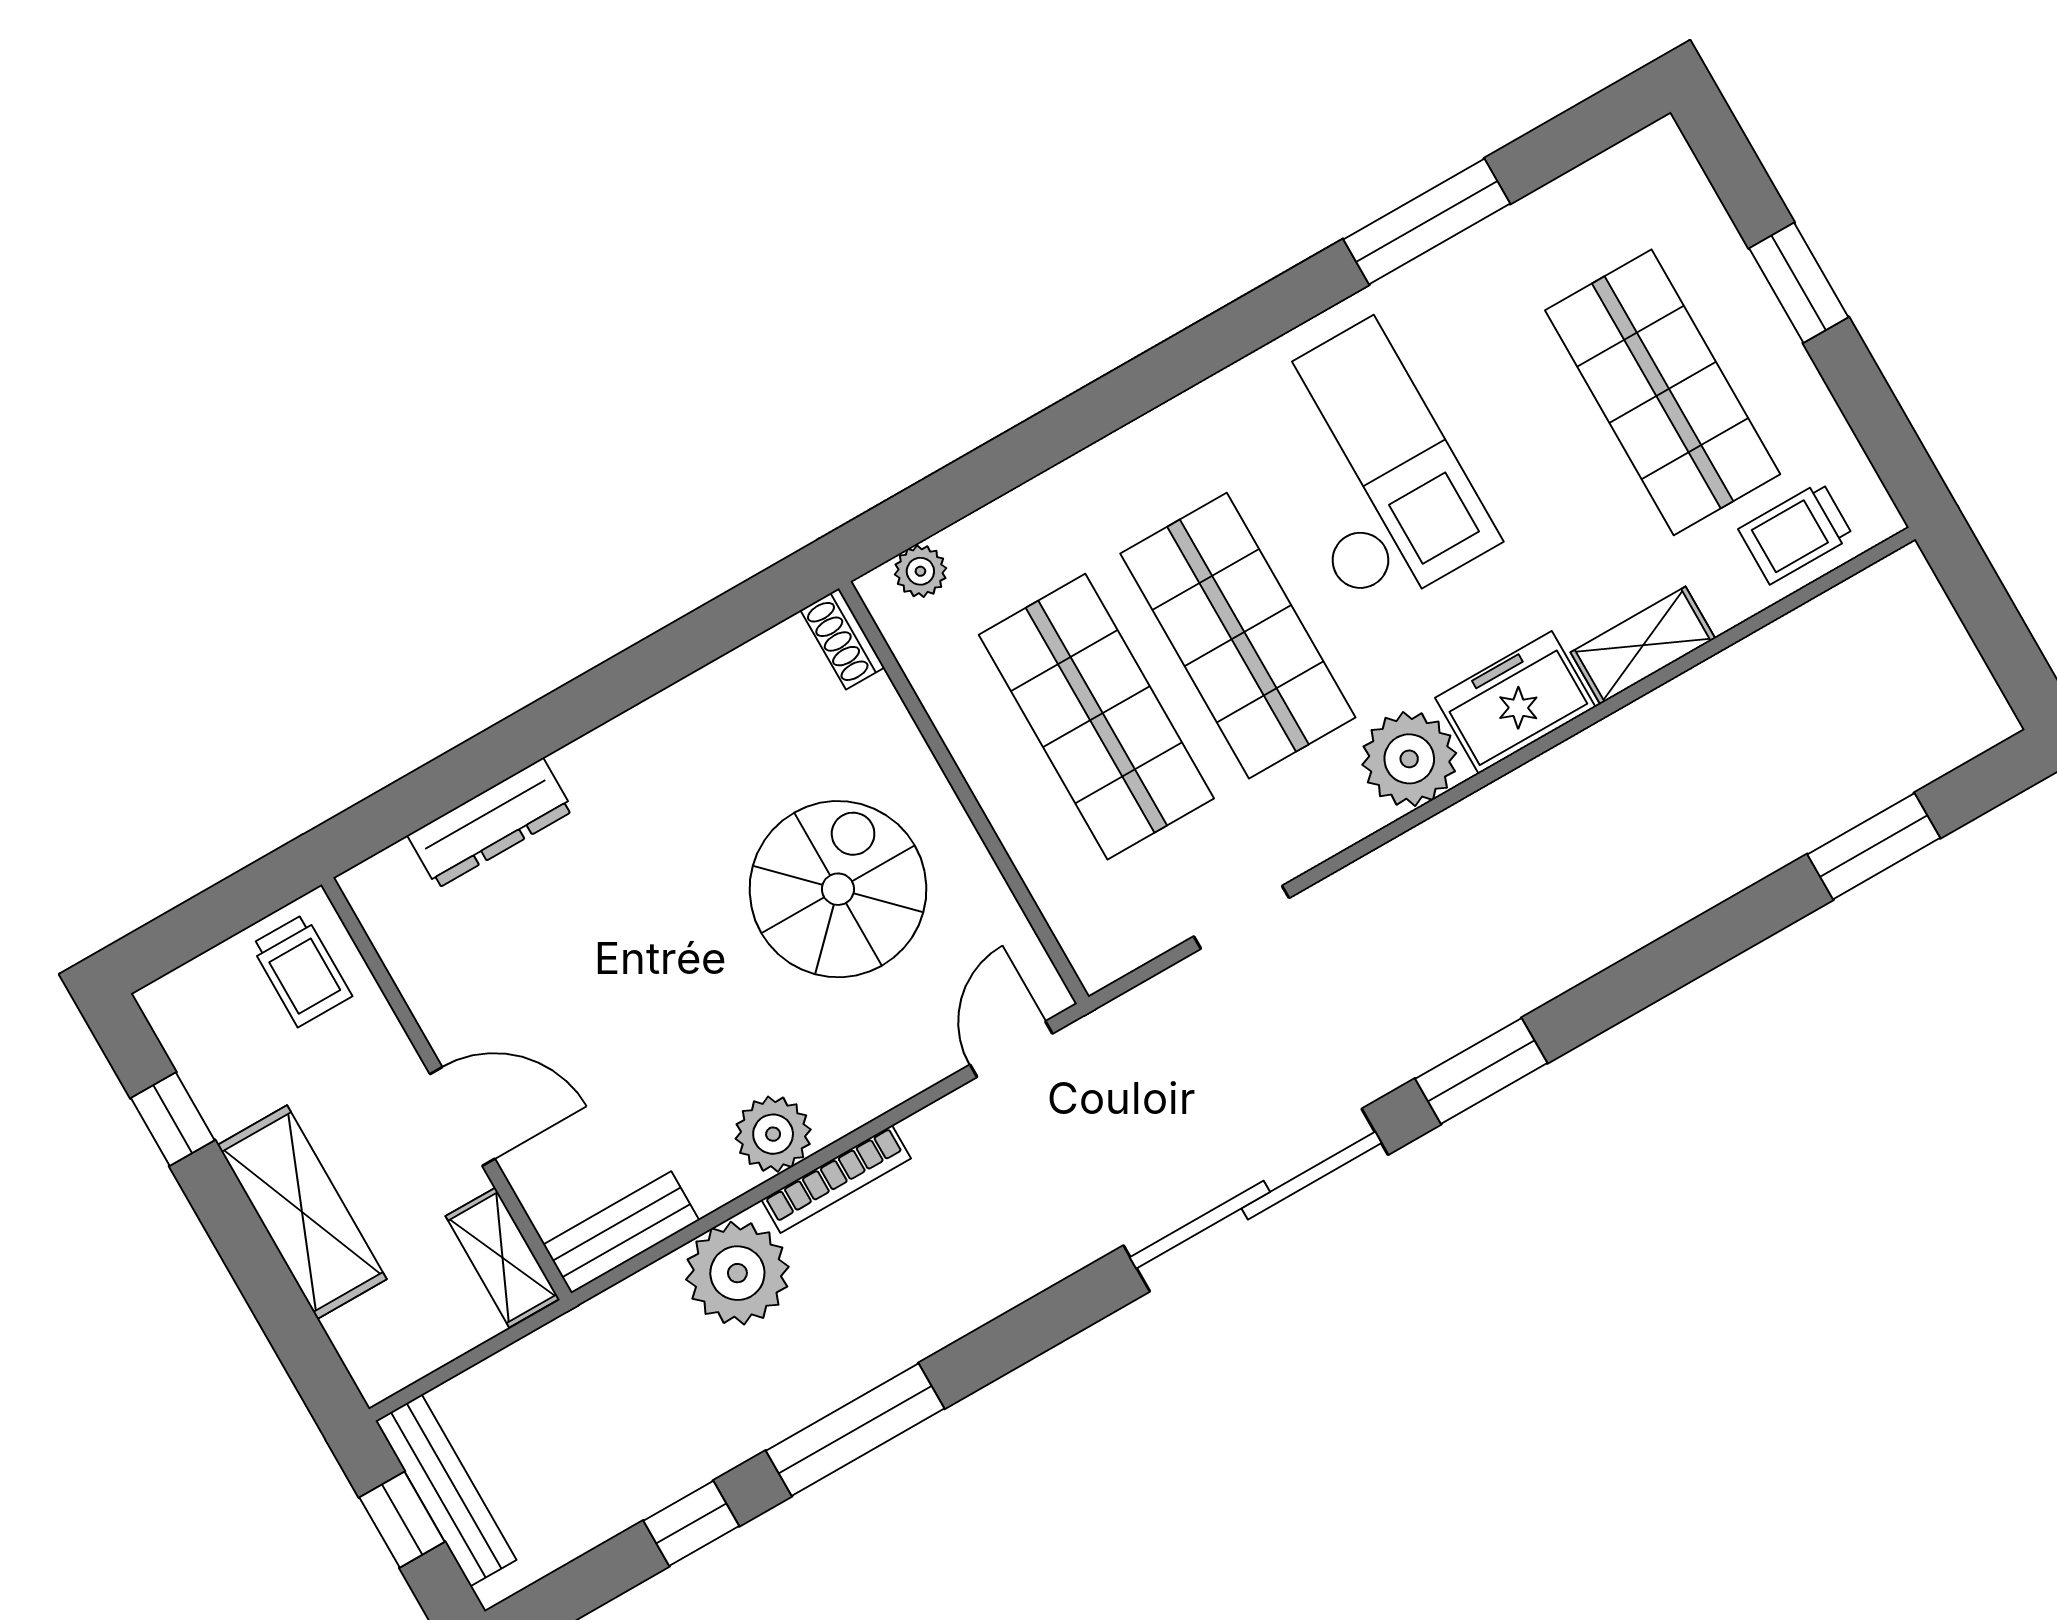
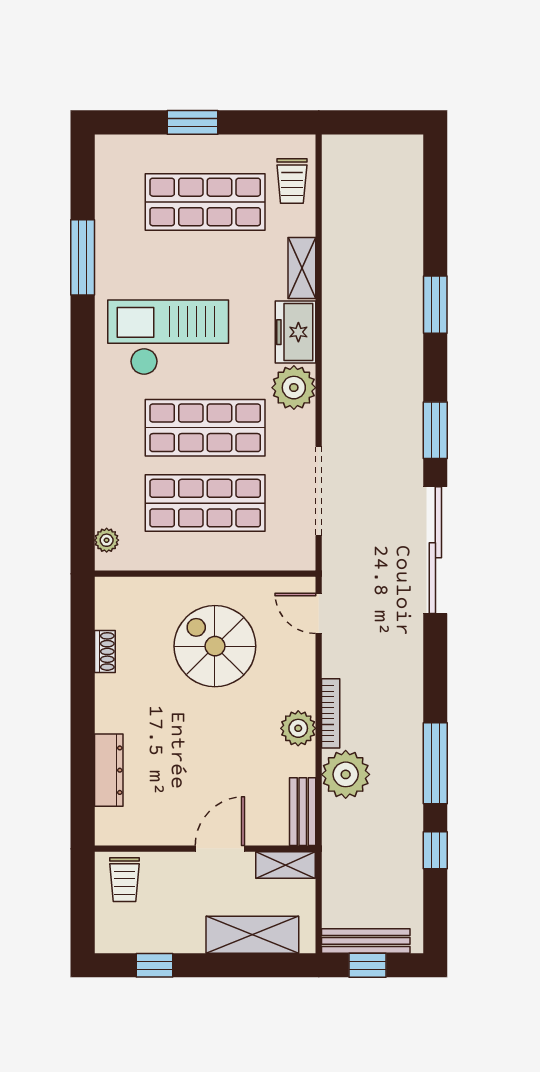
shoe rack: (842, 639) -> (105, 651), moved, turned -90
window: (1874, 846) -> (435, 305), moved
doorway: (1241, 917) -> (319, 491), width x1.88
trolley: (301, 970) -> (124, 880), turned 90
shelving: (302, 1212) -> (252, 935), moved

